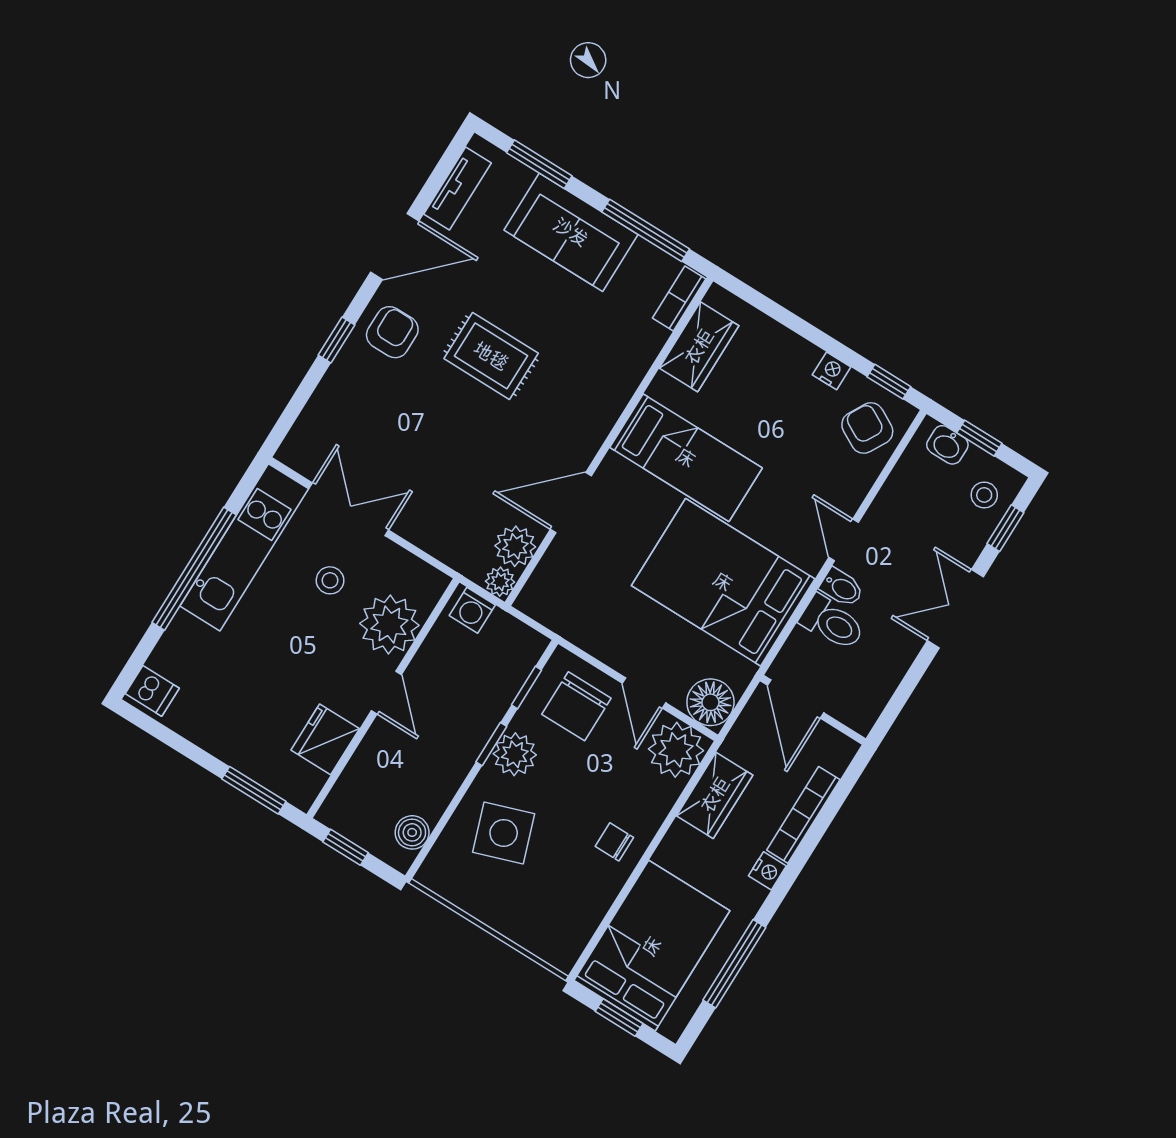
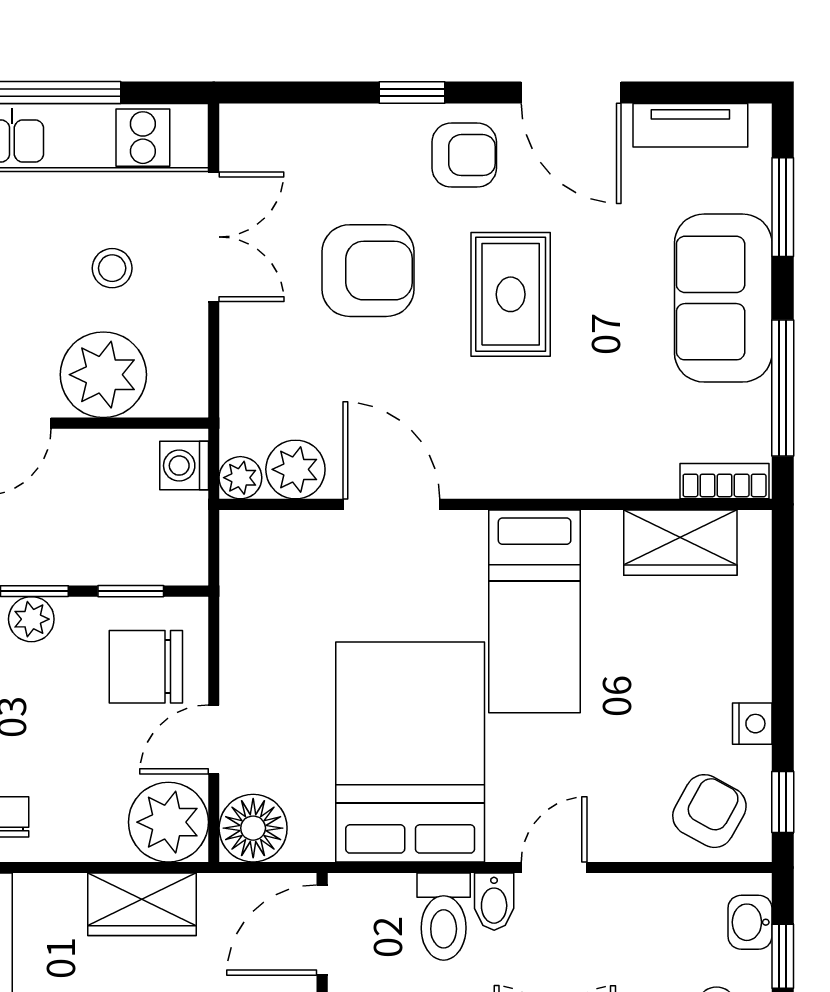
armchair: (425, 431) -> (368, 271), added
plant: (515, 754) -> (31, 619), width x0.73, depth x0.73

